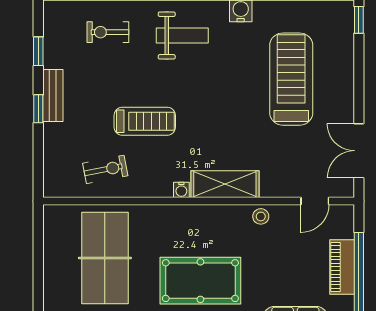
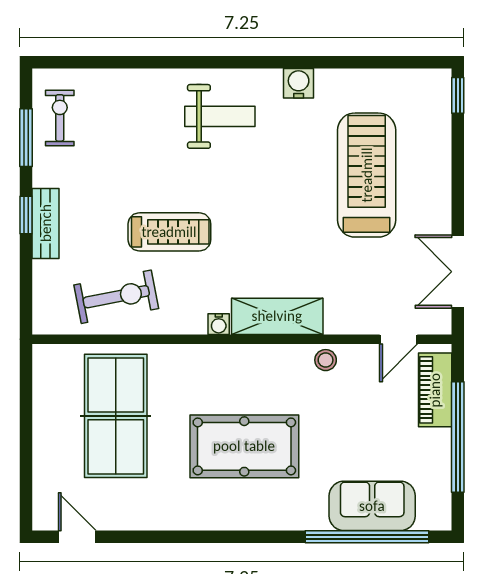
exercise bike: (108, 32) -> (60, 118), moved, turned 90
window: (38, 51) -> (26, 138), width x1.50
bench: (53, 96) -> (46, 223), moved
exercise bike: (105, 169) -> (116, 297), width x1.38, depth x1.39
piano: (342, 267) -> (435, 390), moved

